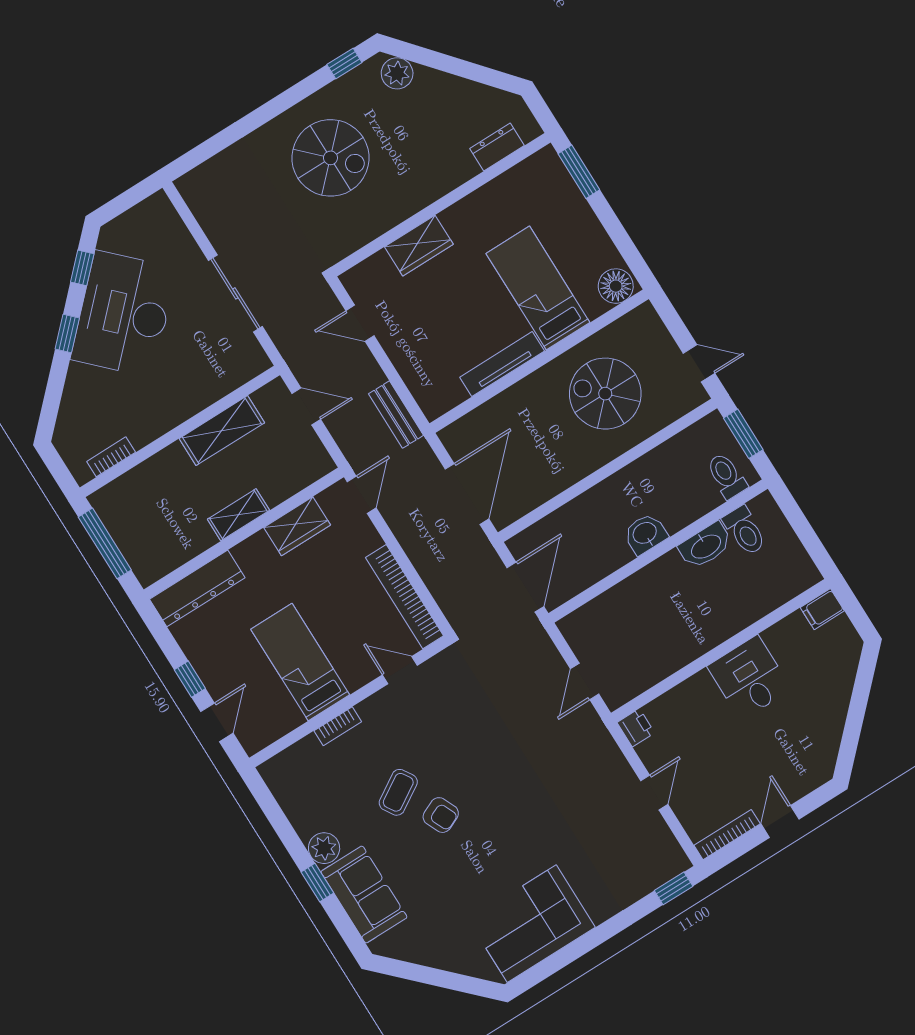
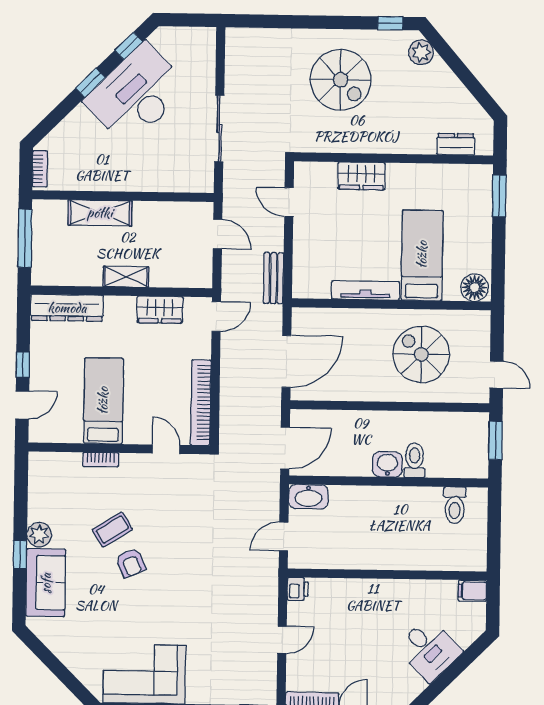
shelving: (222, 431) -> (100, 213), moved
bookcase: (111, 457) -> (40, 169), moved, turned 90
toilet: (727, 476) -> (415, 460), moved
washbasin: (706, 546) -> (308, 497), moved
desk: (749, 678) -> (429, 650), moved, turned 135

